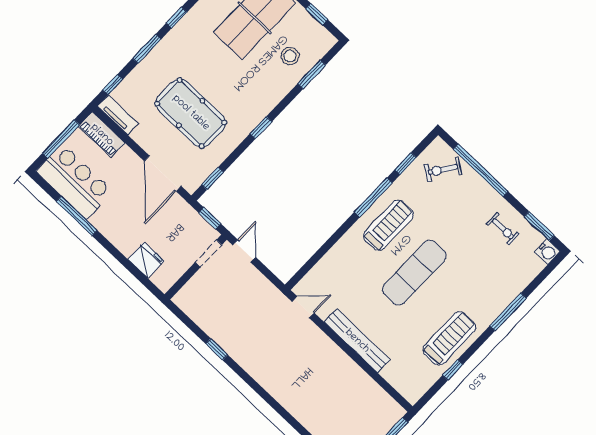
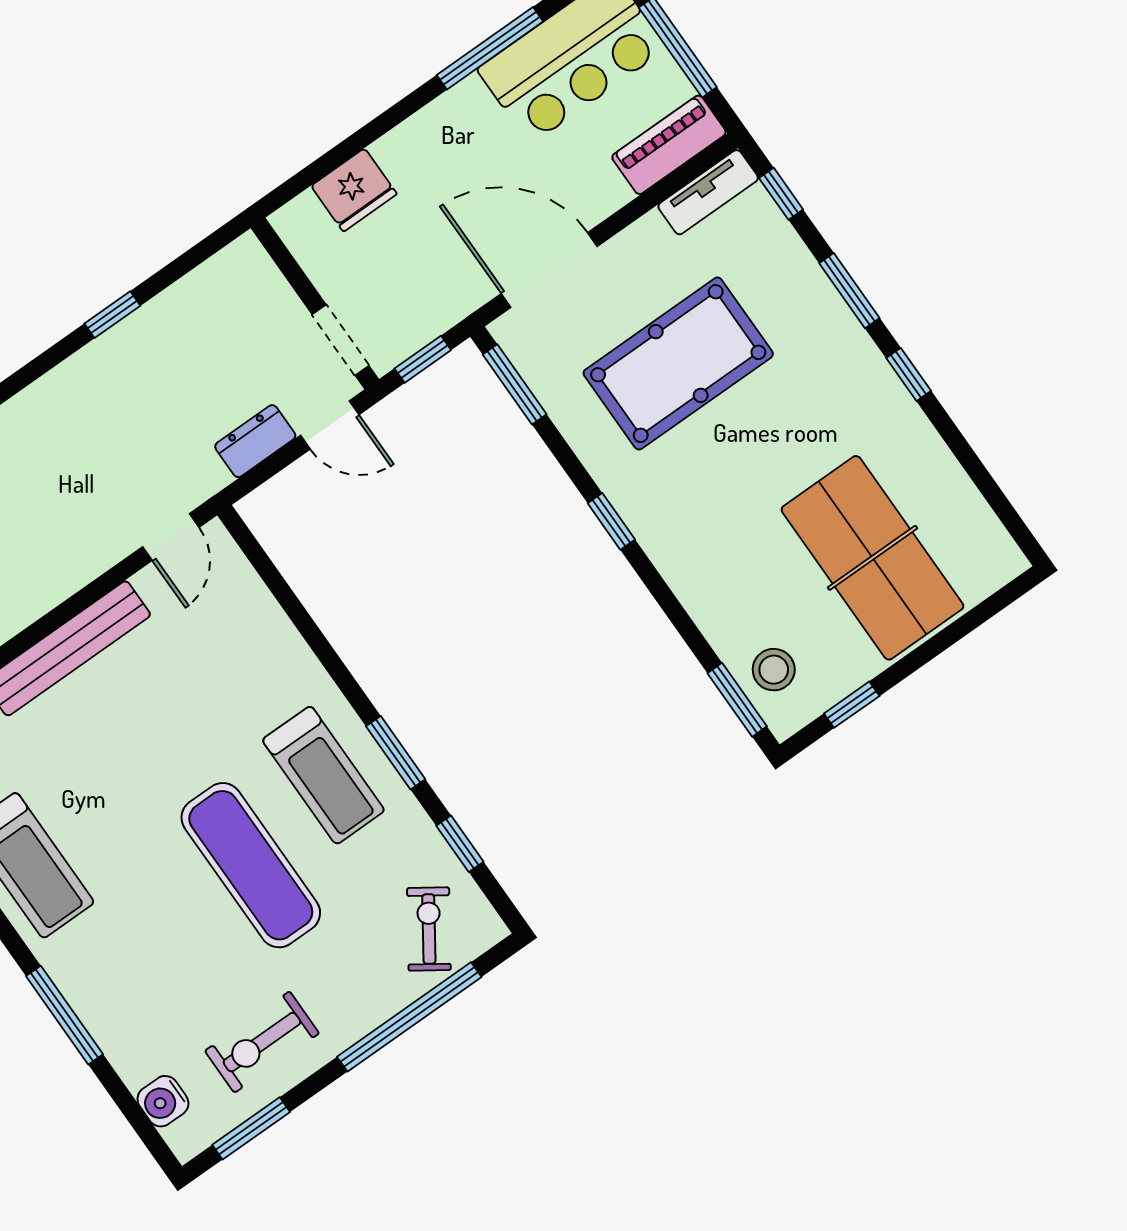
stool: (290, 56) -> (774, 670), moved
window: (312, 74) -> (737, 700), moved
window: (213, 179) -> (515, 384), width x1.50
window: (373, 197) -> (396, 753), width x0.69
exercise bike: (503, 229) -> (262, 1042), width x1.38, depth x1.39
water cooler: (547, 252) -> (163, 1101), moved
exercise mat: (414, 273) -> (251, 865), moved
dresser: (257, 280) -> (255, 441), added

